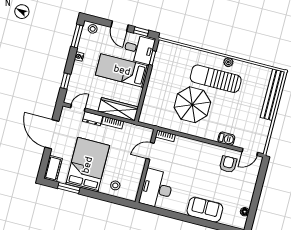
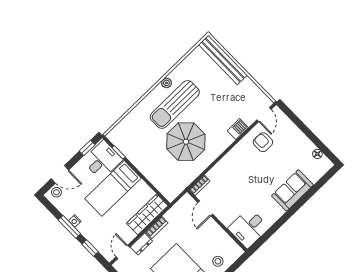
door: (119, 26) -> (60, 174), moved
window: (77, 36) -> (69, 227), moved
desk: (157, 189) -> (249, 228), width x0.73

